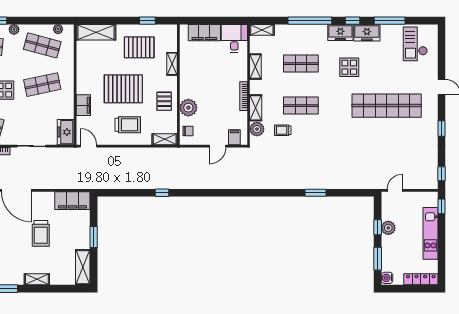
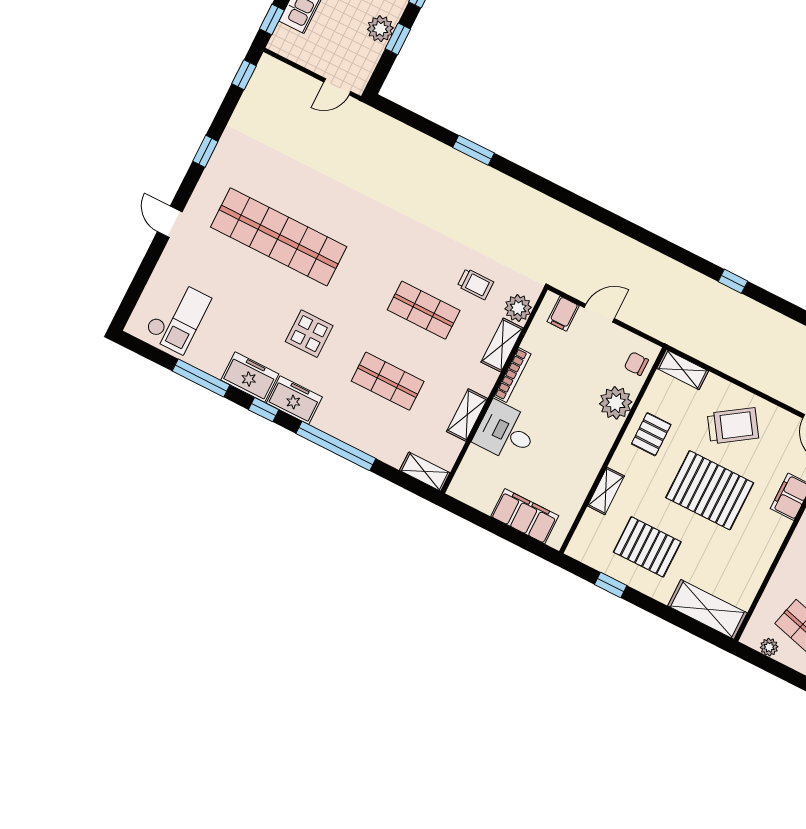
desk: (234, 38) -> (506, 432), moved, turned 90
trolley: (128, 125) -> (733, 426), turned 146

